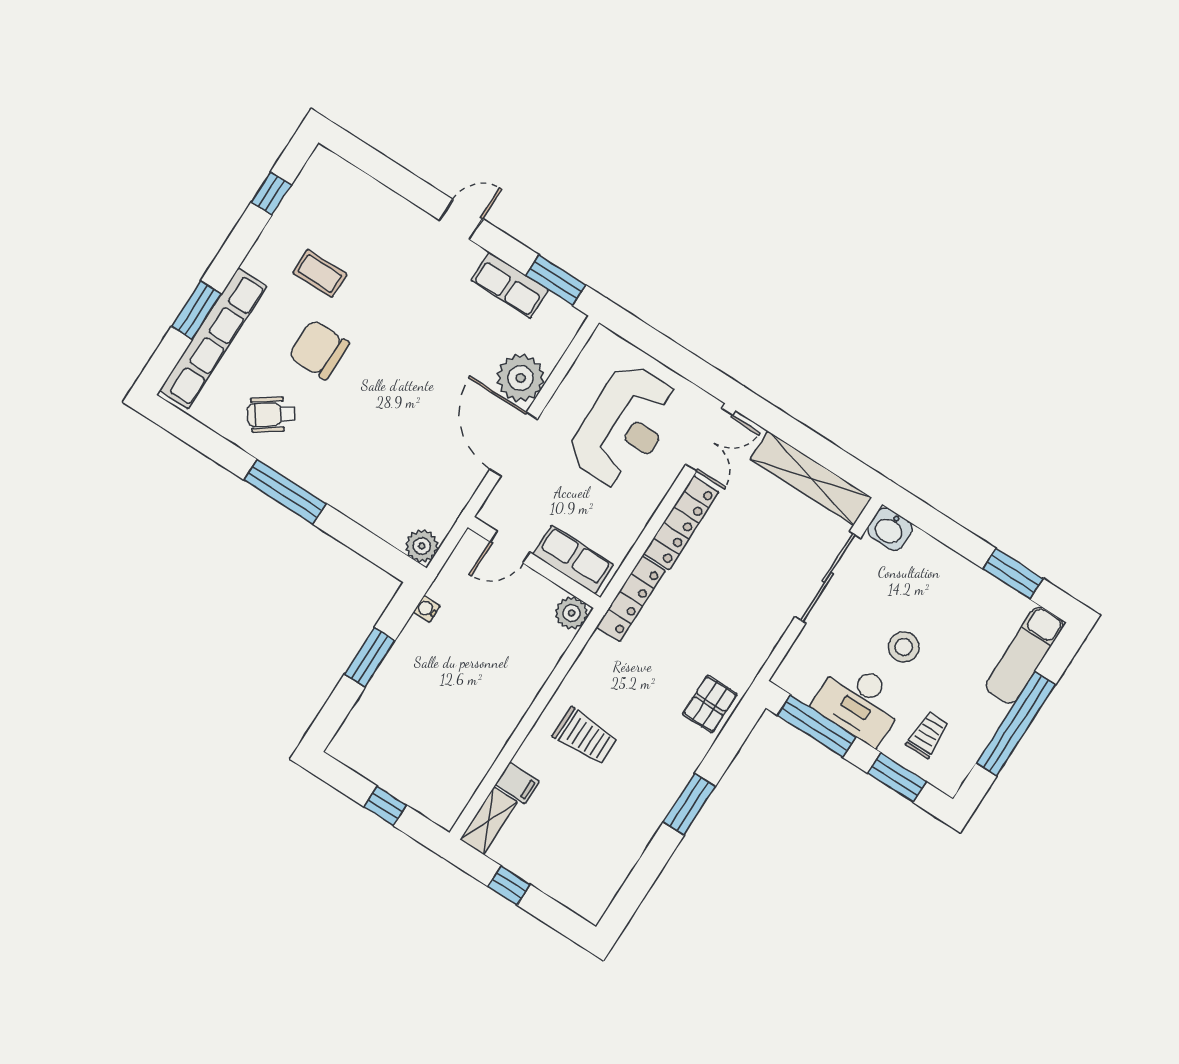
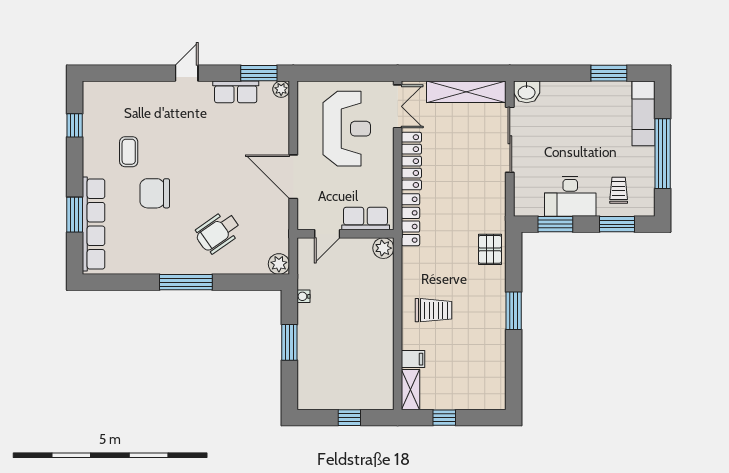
coffee table: (320, 273) -> (129, 152), turned 90
plant: (521, 378) -> (281, 89), moved, width x0.53, depth x0.53
wheelchair: (271, 414) -> (218, 232), moved, width x1.36, depth x1.37
stool: (904, 647) -> (575, 151), removed
window: (817, 726) -> (555, 224), width x0.69

